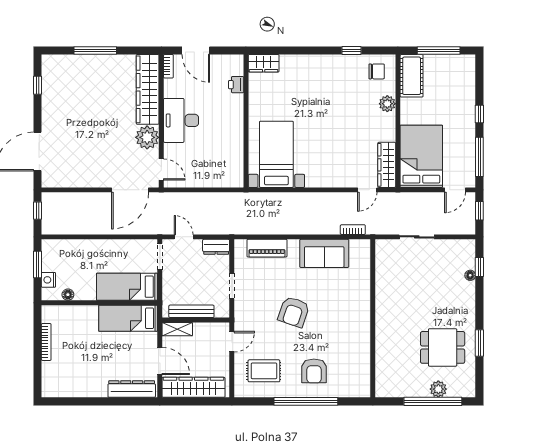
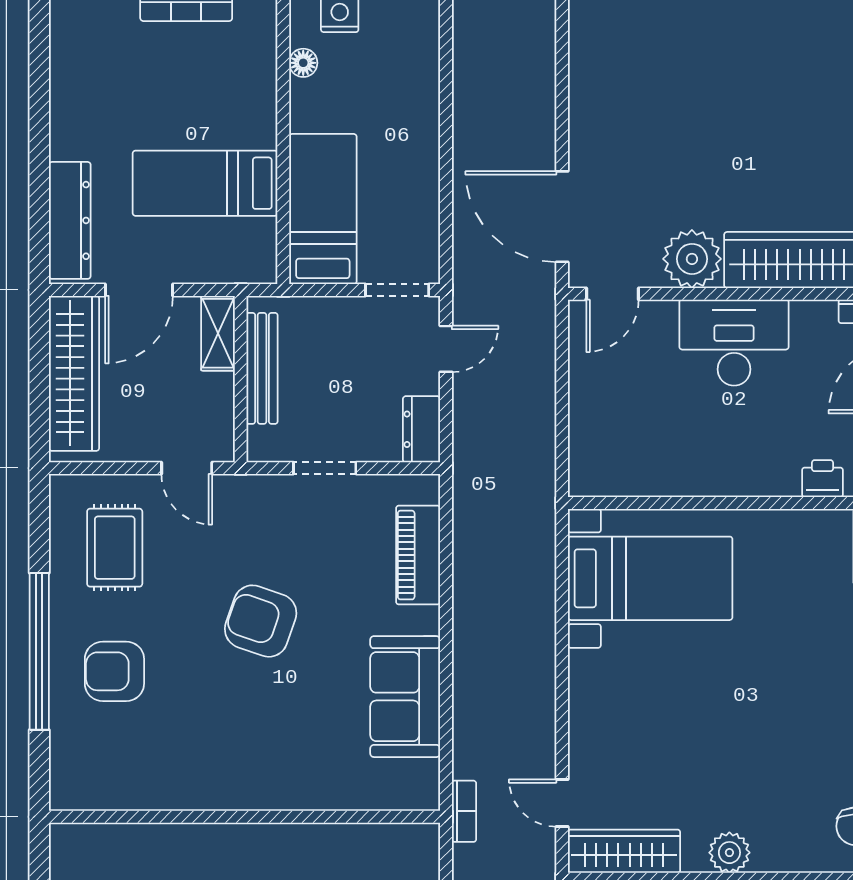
plant: (387, 104) -> (729, 853), moved
bookcase: (353, 230) -> (464, 811), moved
bed: (128, 318) -> (205, 183), moved, turned -90

